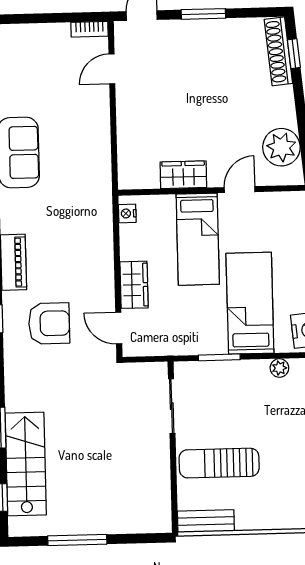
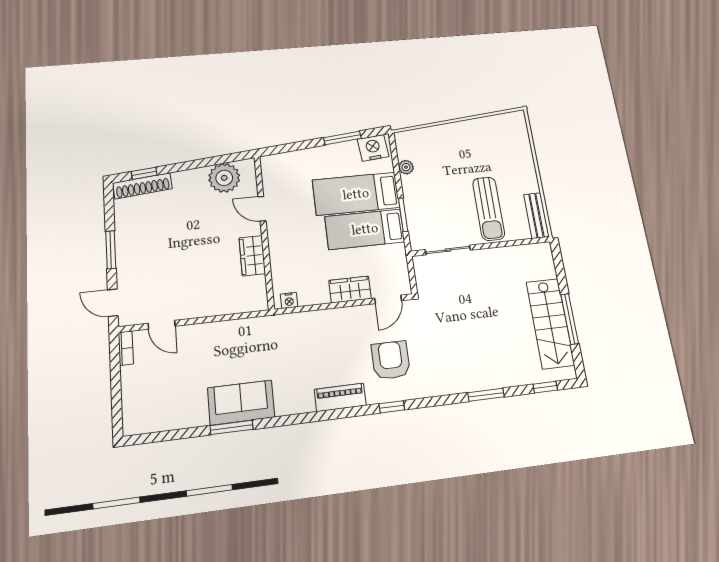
bed: (198, 239) -> (365, 229), moved, turned 180
stairs: (26, 464) -> (550, 323), moved, turned -90

